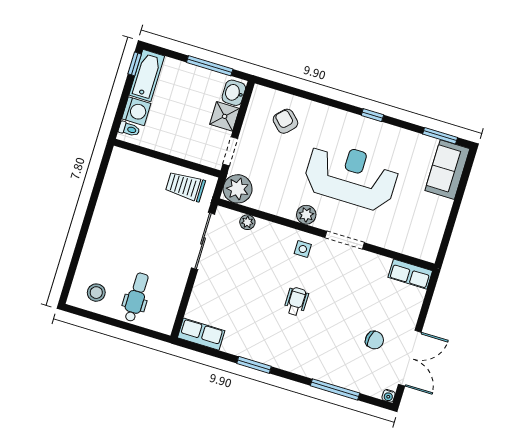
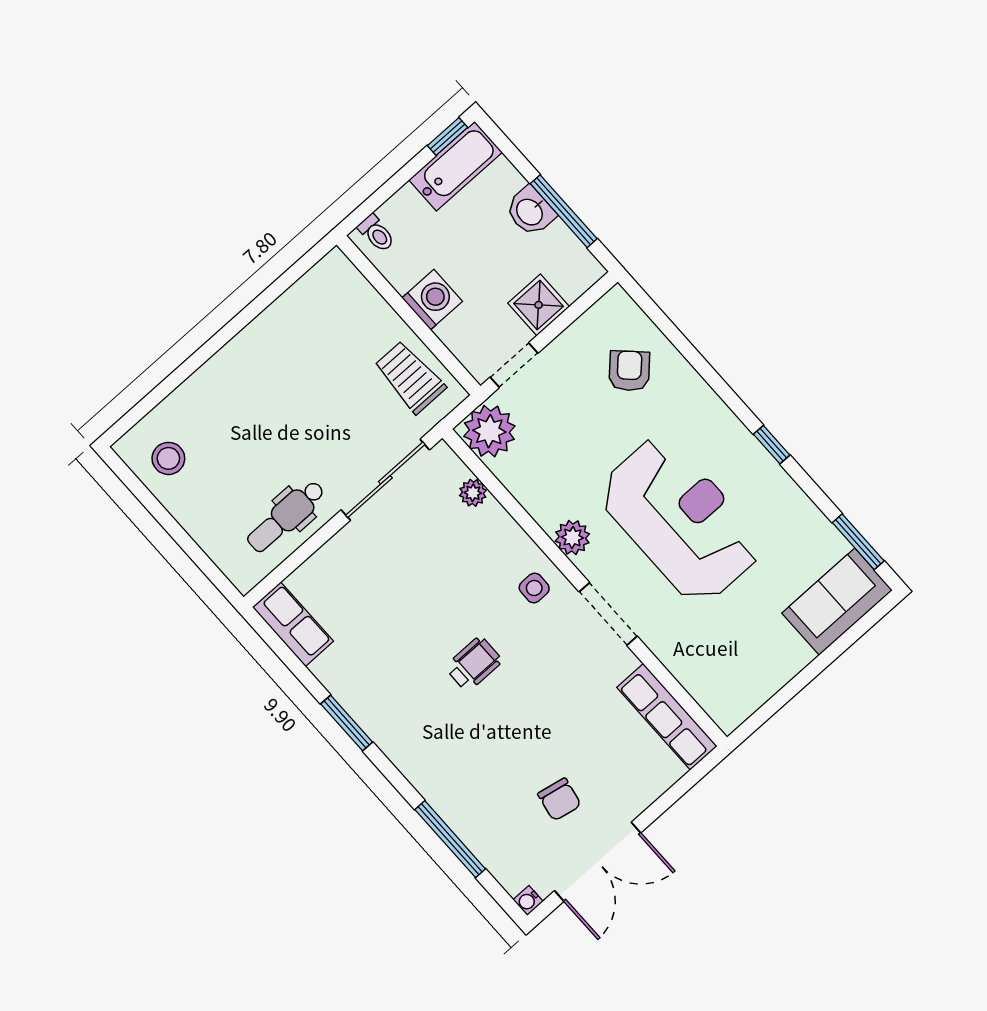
washbasin: (234, 93) -> (530, 211), moved, turned -90
washing machine: (136, 111) -> (432, 300), moved, turned -90
row of seats: (410, 274) -> (667, 717), width x1.48
dental chair: (136, 297) -> (286, 516), moved, turned 180

